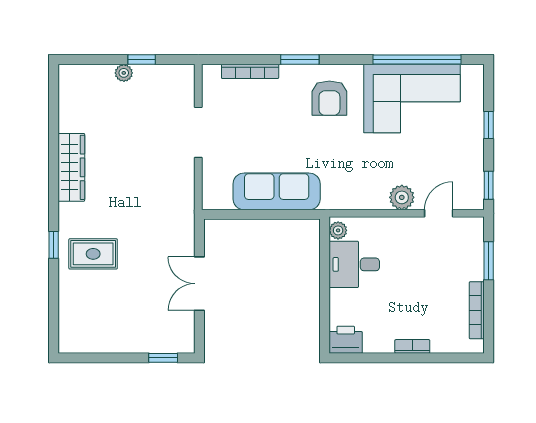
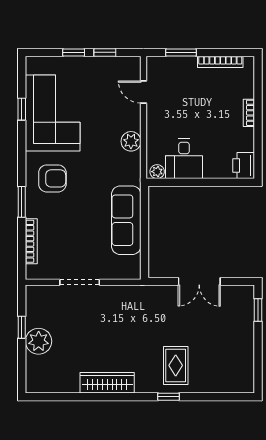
window: (417, 60) -> (22, 109), width x0.32
plant: (124, 73) -> (39, 341), width x1.88, depth x1.88
window: (489, 185) -> (105, 52), moved
plant: (402, 197) -> (131, 141), moved

